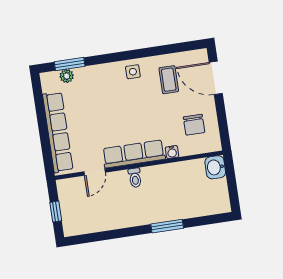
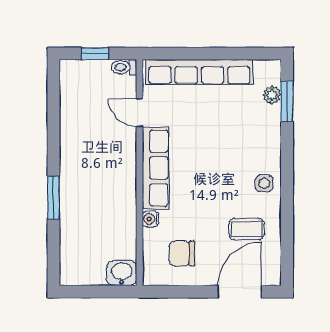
toilet: (135, 178) -> (124, 67), moved

